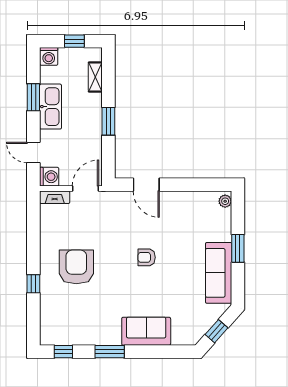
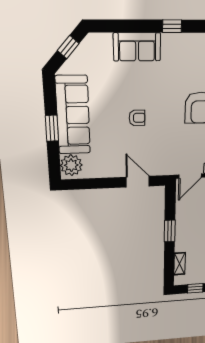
plant: (225, 201) -> (71, 165), width x1.87, depth x1.87
sofa: (219, 273) -> (73, 115), width x1.36, depth x1.27
window: (110, 352) -> (172, 26), width x0.67

